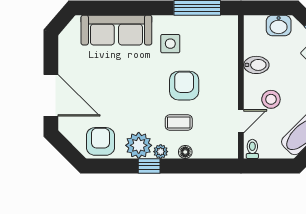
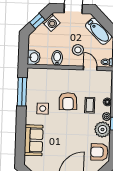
washbasin: (279, 25) -> (34, 57), moved
sofa: (116, 30) -> (34, 140), width x0.73
armchair: (184, 86) -> (68, 101), turned -93

